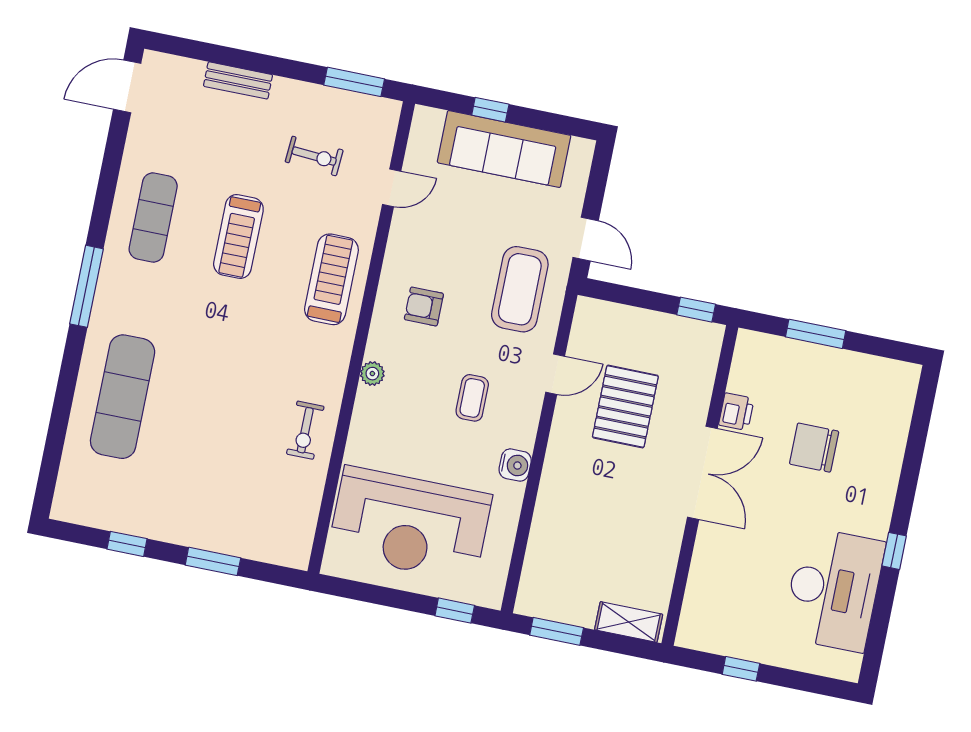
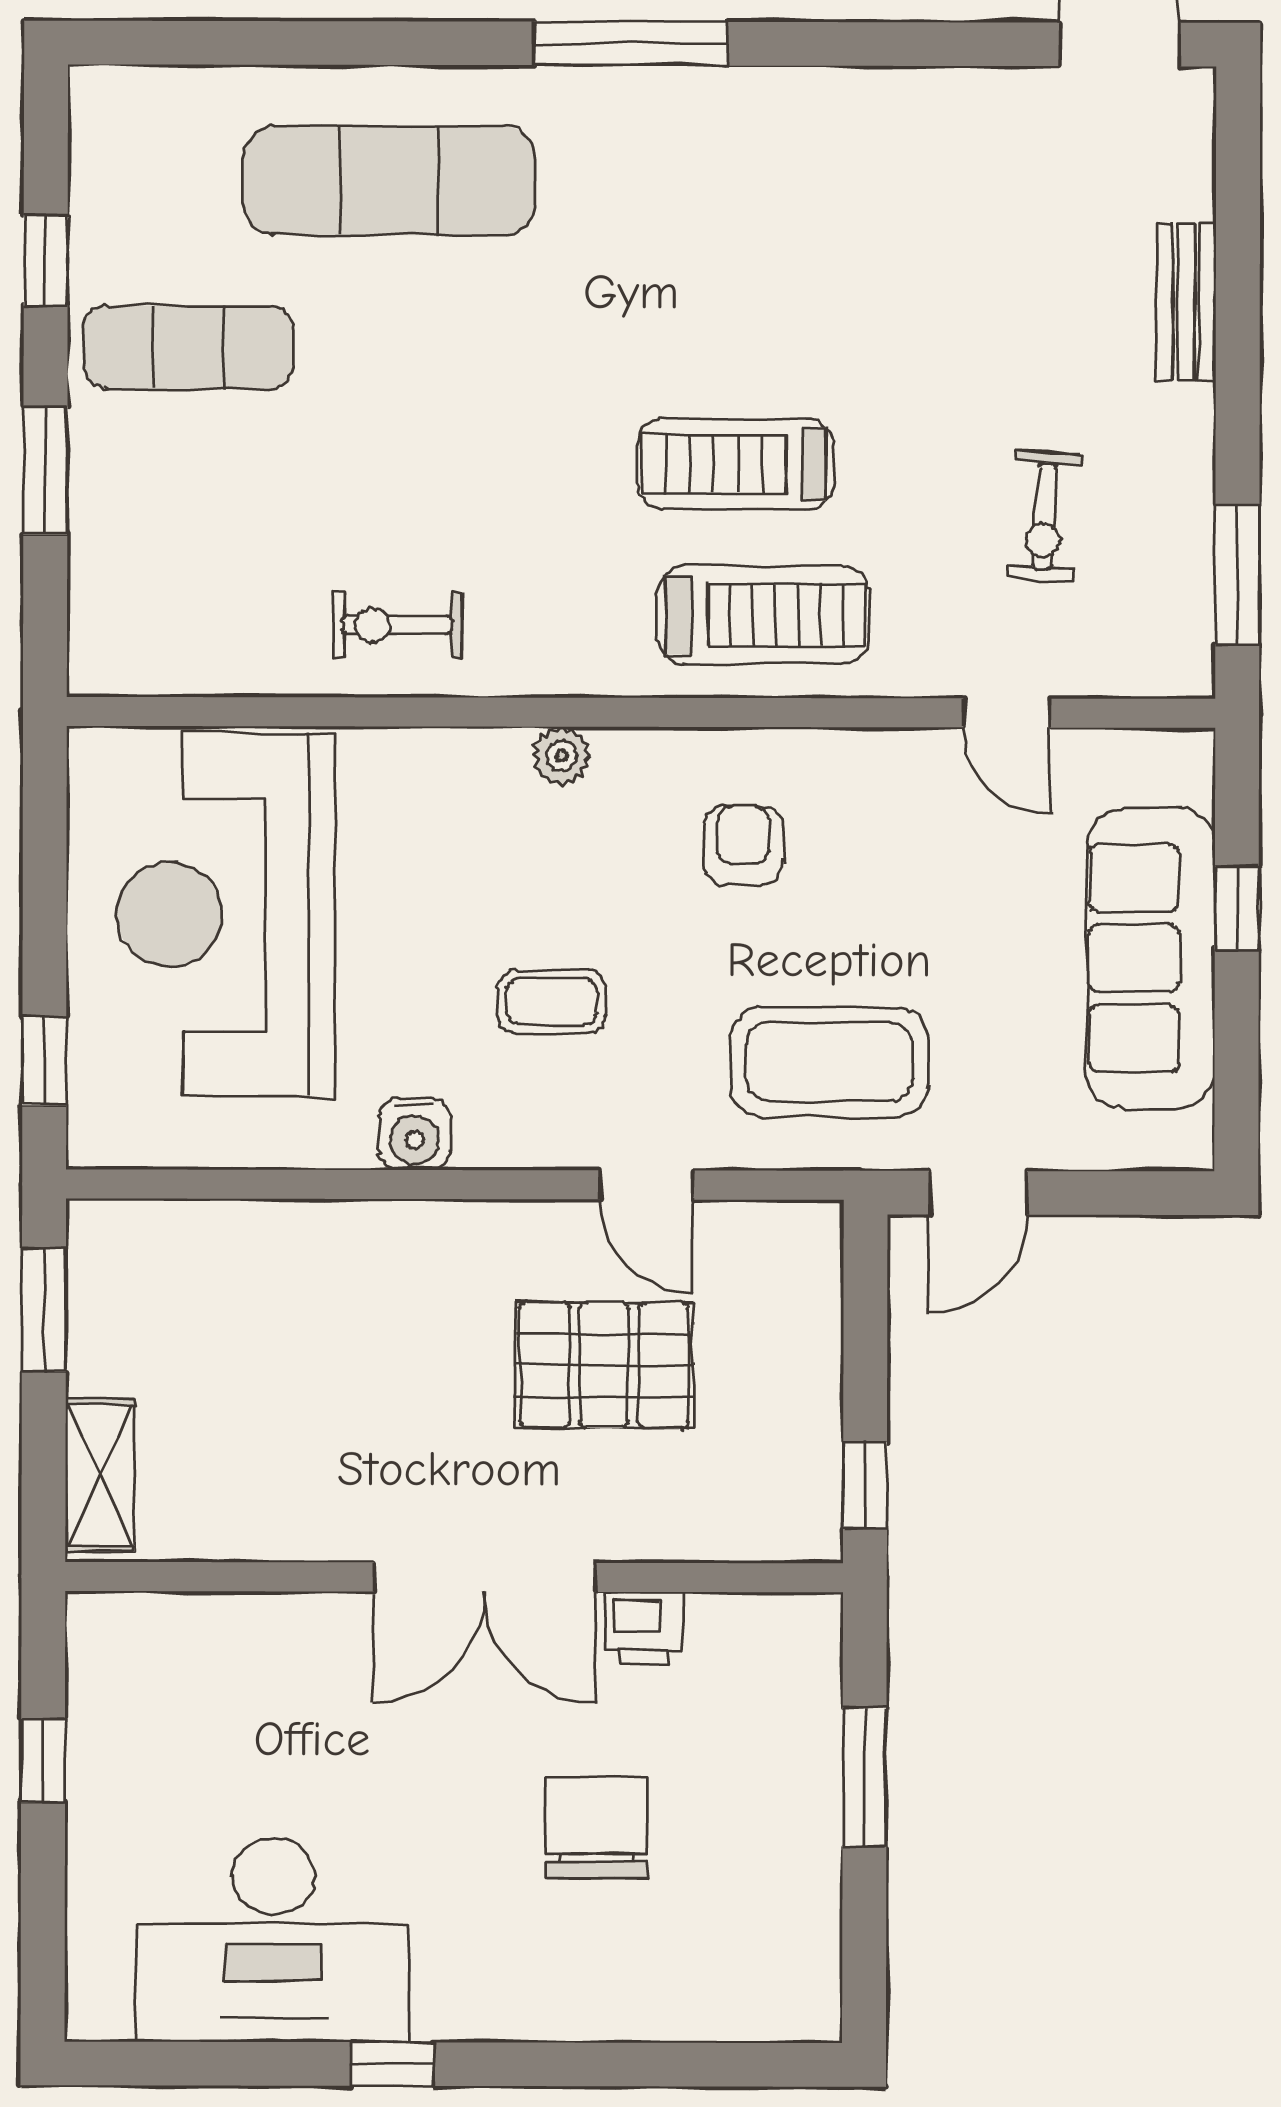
exercise mat: (153, 218) -> (188, 347), moved
treadmill: (238, 236) -> (735, 464), moved

